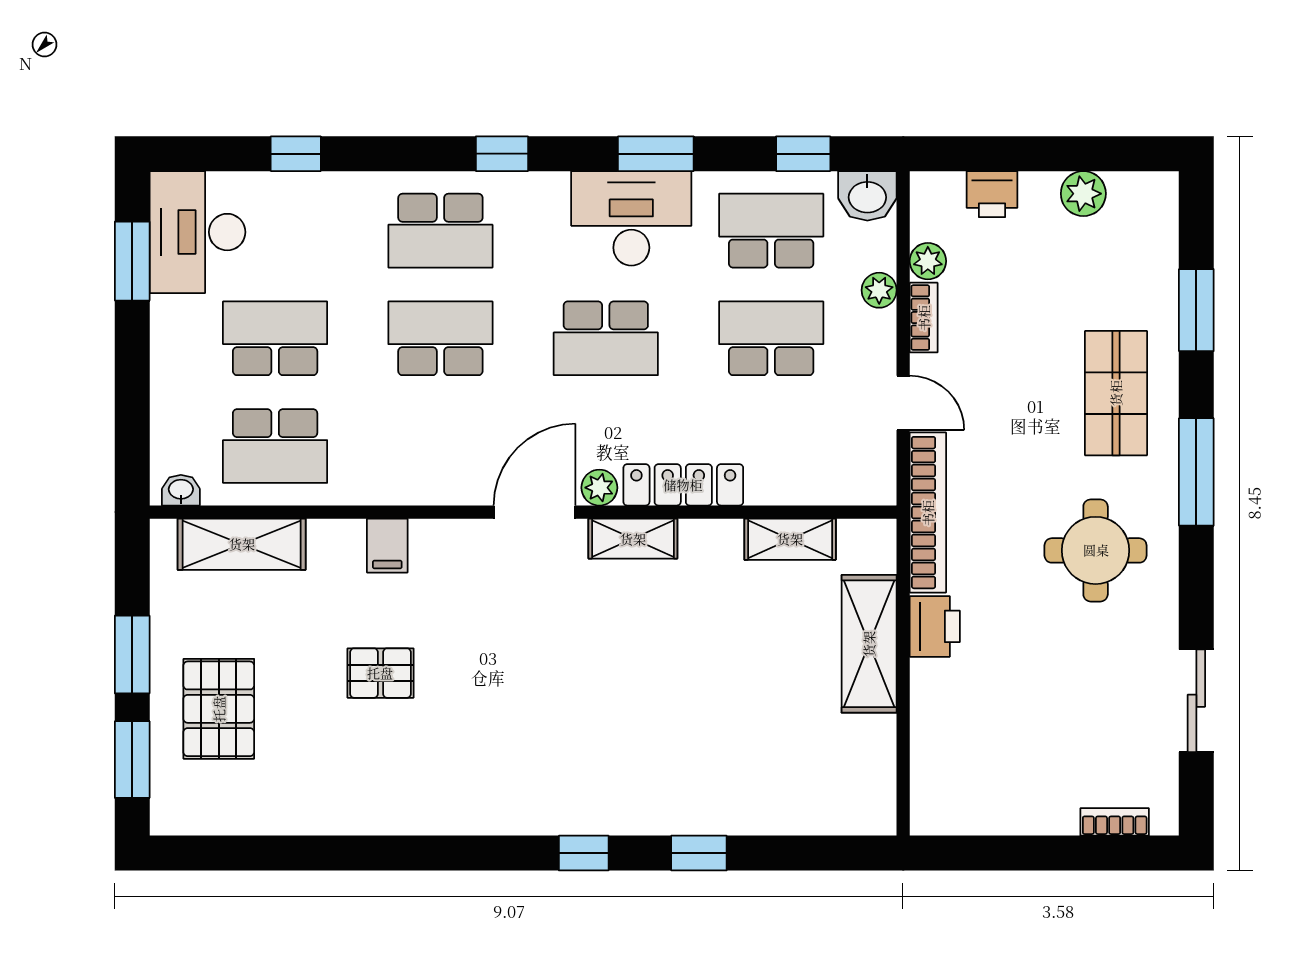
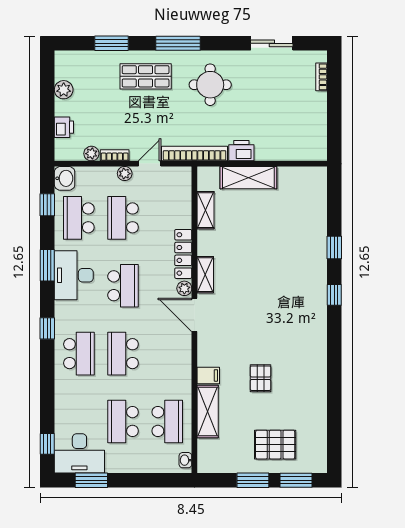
window: (296, 154) -> (47, 444), moved
plant: (879, 290) -> (125, 174), moved
shelving: (242, 544) -> (208, 411), moved

